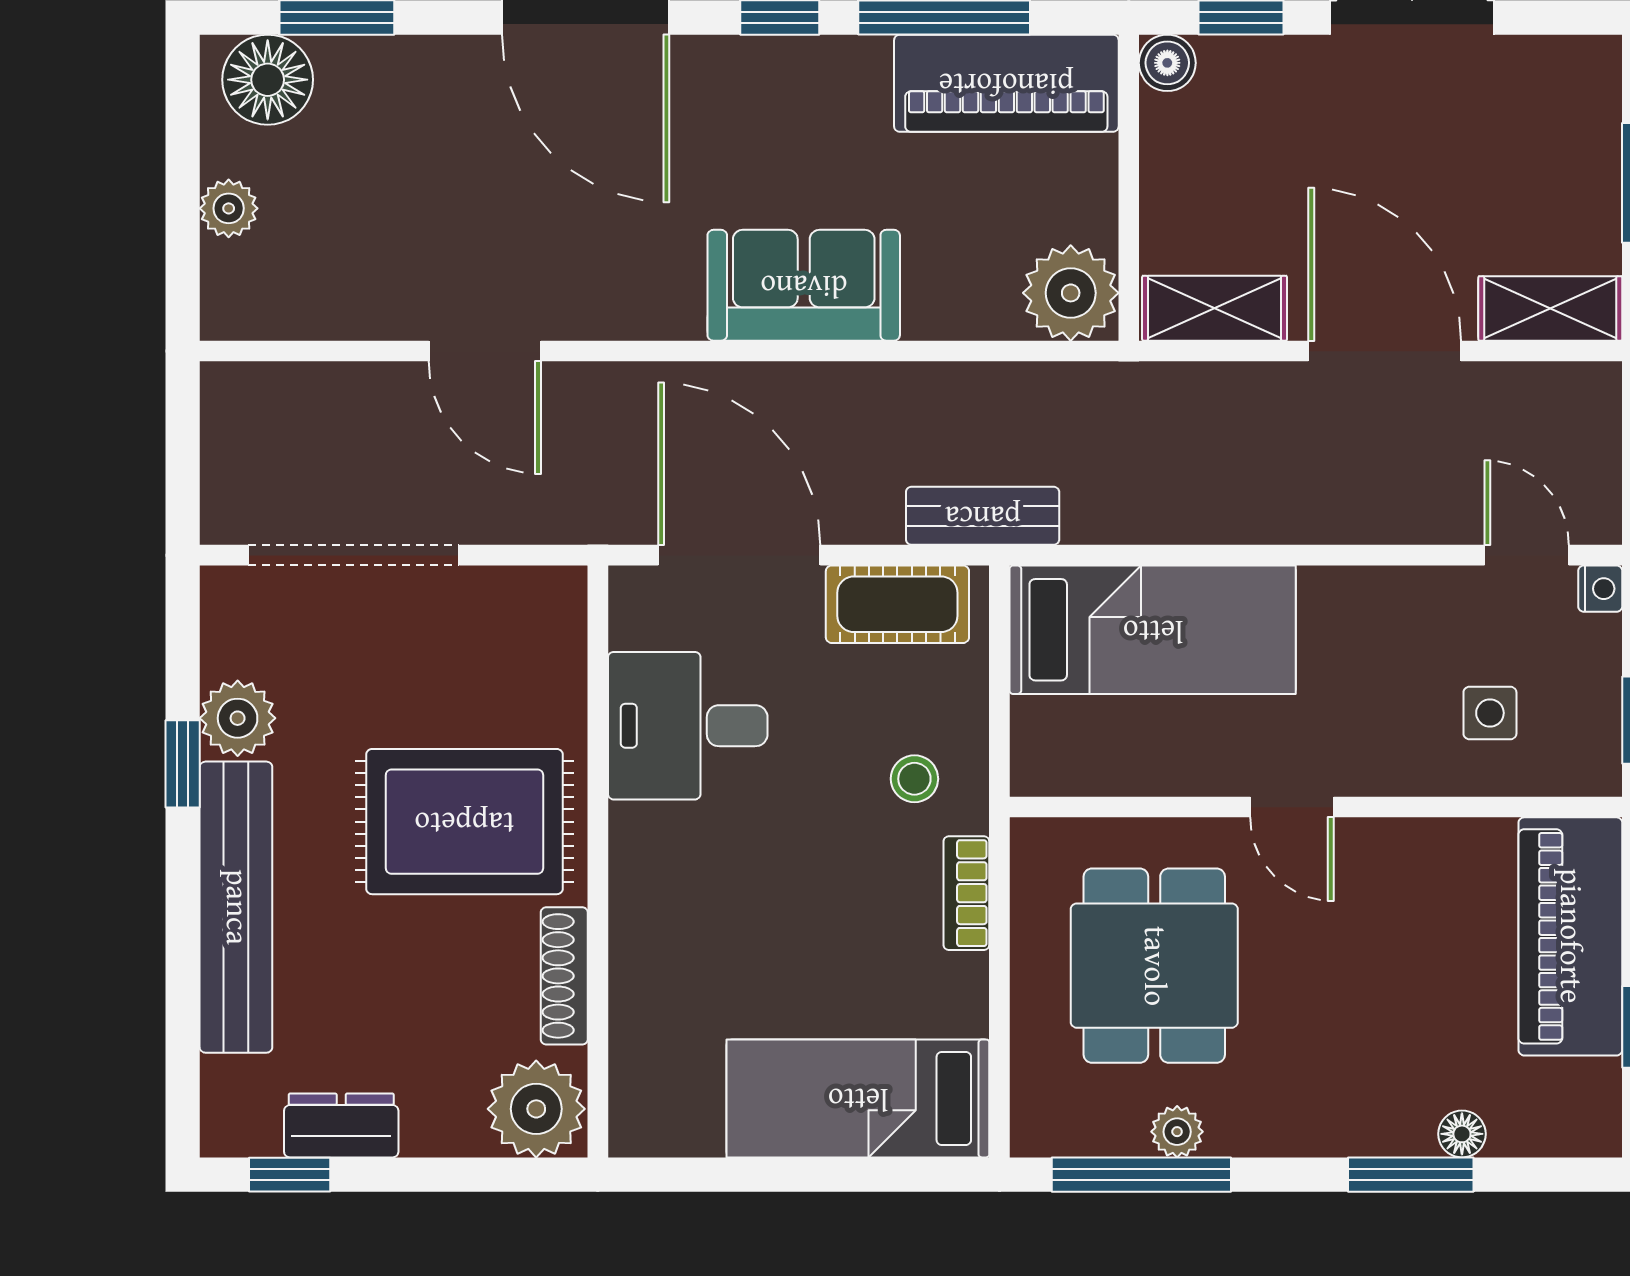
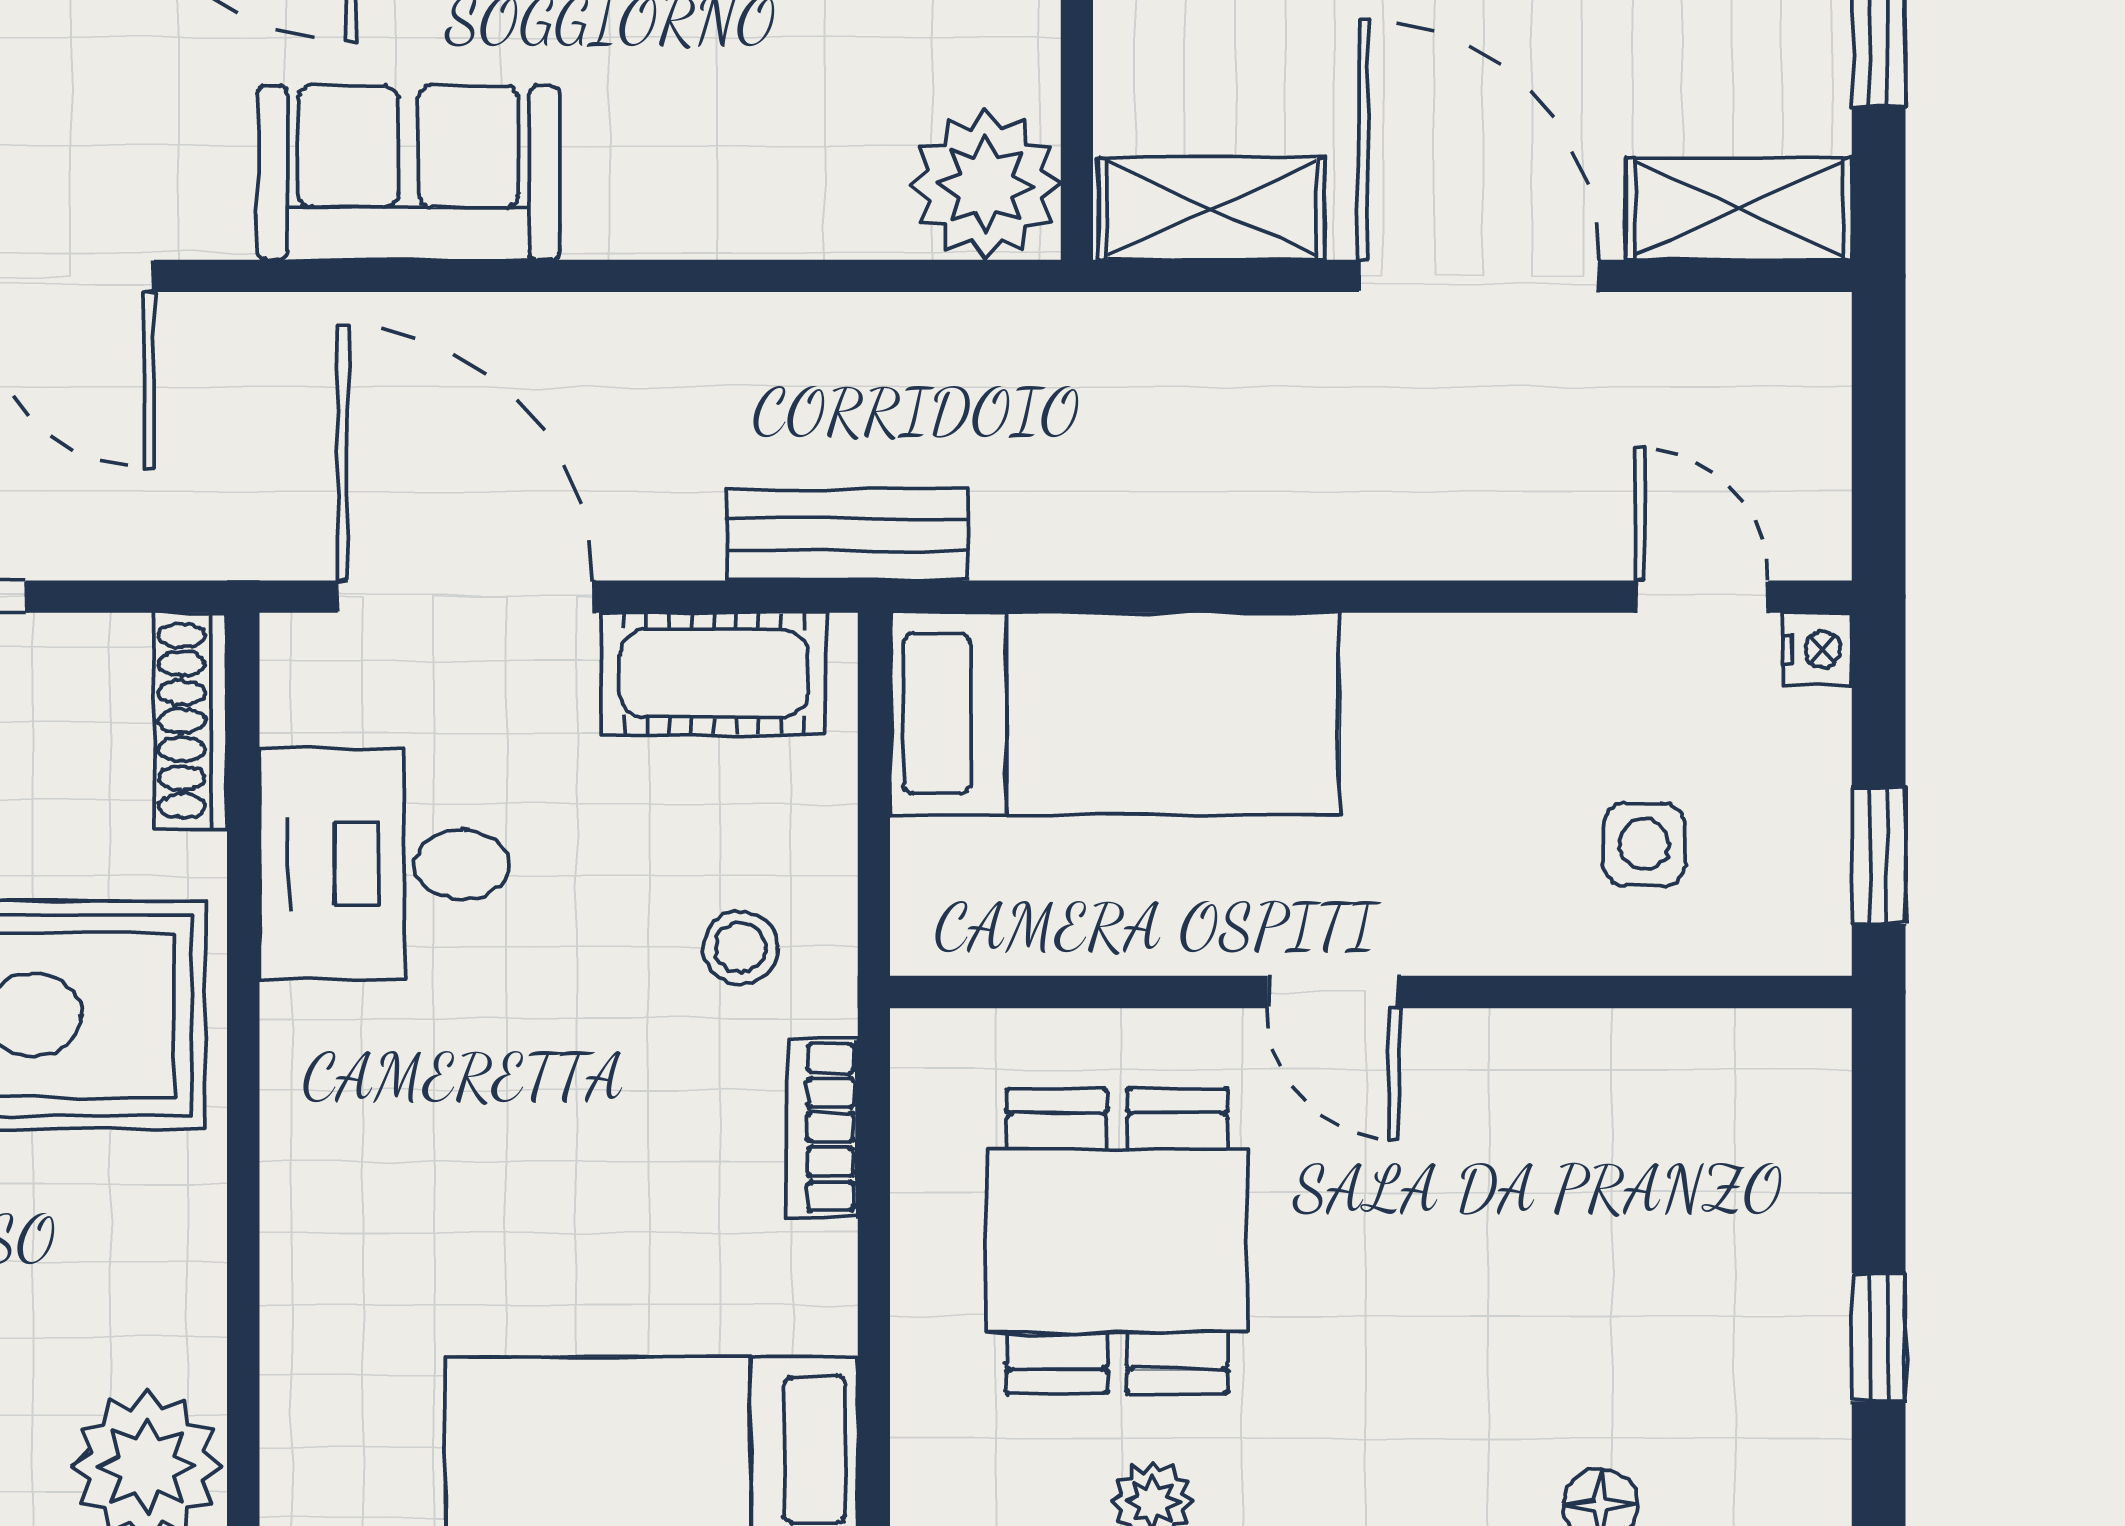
sofa: (804, 285) -> (408, 173), moved
piano: (1570, 936) -> (1771, 1195), removed
shoe rack: (564, 976) -> (190, 721), moved

